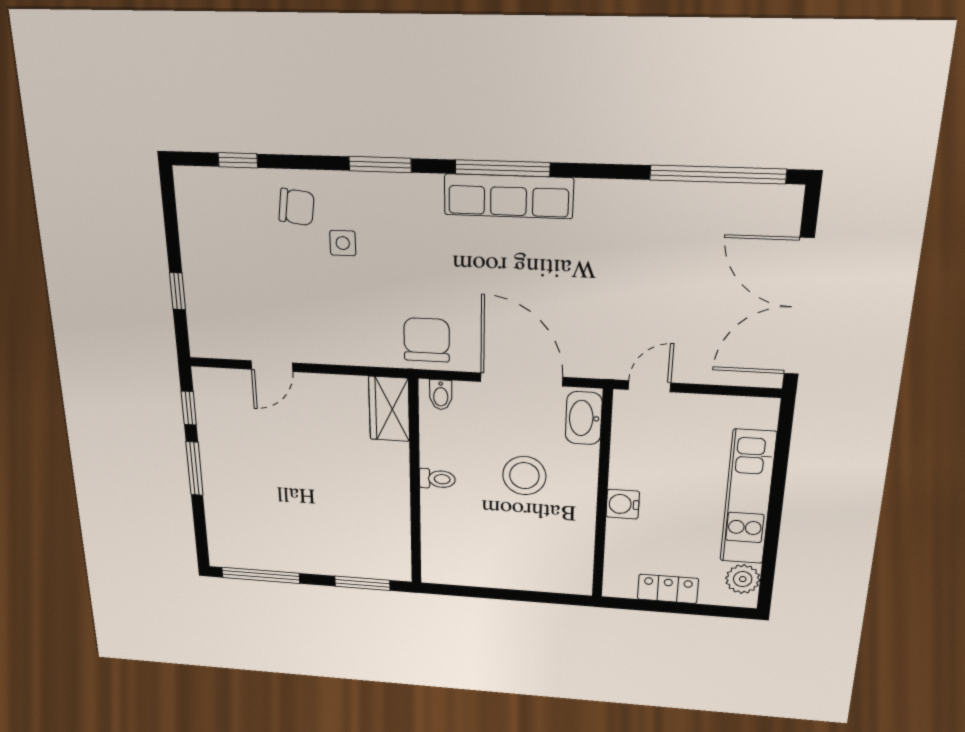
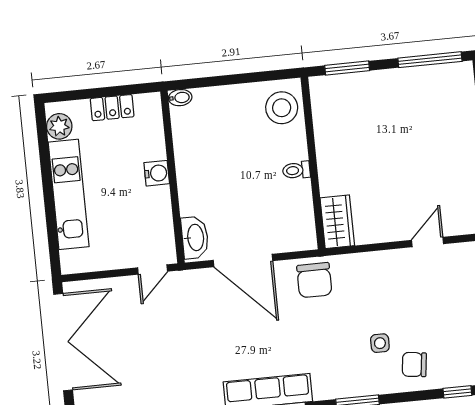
bidet: (441, 395) -> (180, 98), moved, turned 90
stool: (524, 476) -> (282, 108), moved

